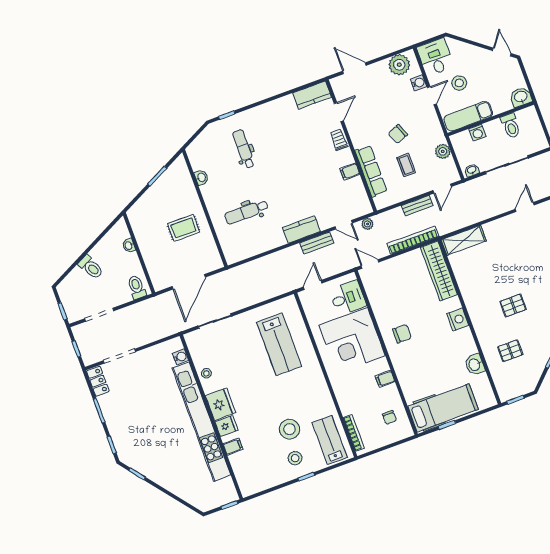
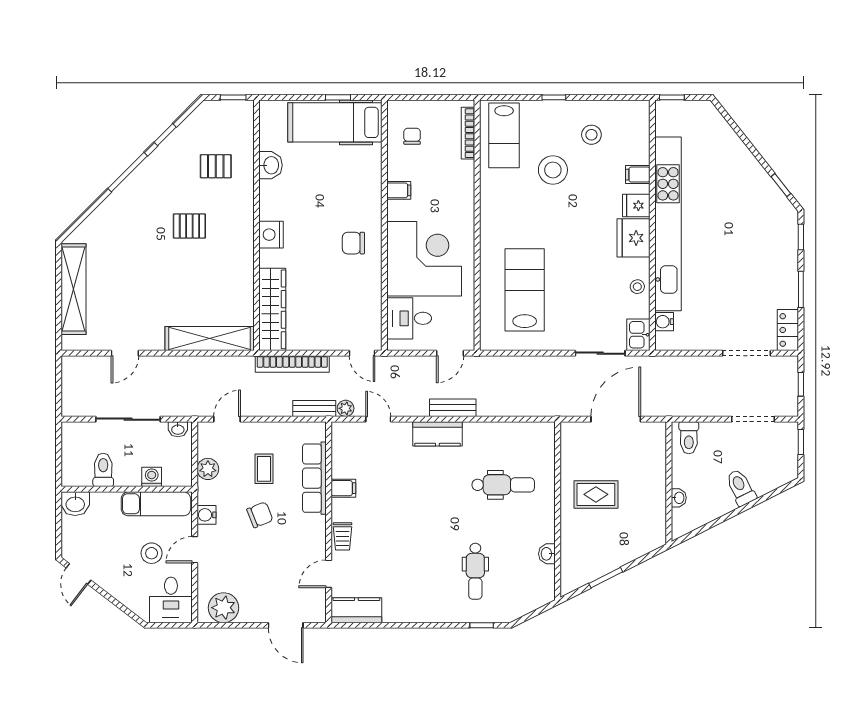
water cooler: (418, 83) -> (206, 515), moved
bench: (417, 206) -> (314, 408), moved
shelving: (464, 240) -> (210, 338), width x1.47
bench: (317, 243) -> (453, 408), moved
kitchen sink: (194, 342) -> (638, 335), added
stool: (295, 458) -> (591, 135), moved

